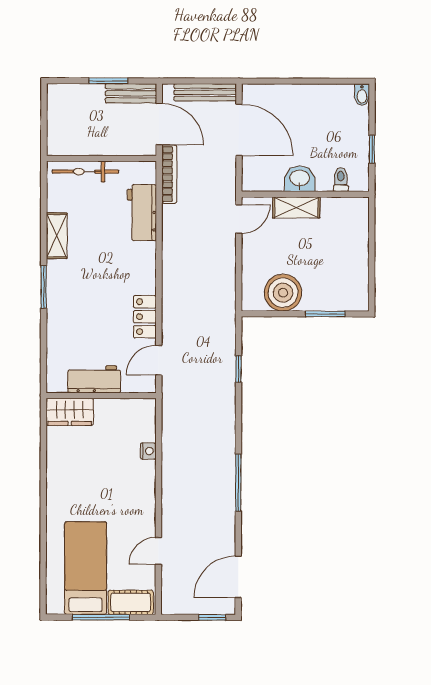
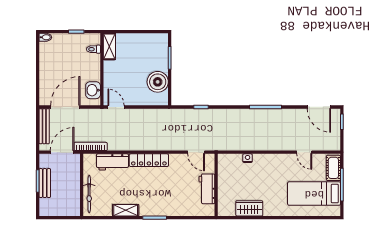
bench: (131, 93) -> (45, 183), moved
washbasin: (300, 179) -> (93, 90), moved
shelving: (296, 207) -> (109, 46), moved
locker: (145, 317) -> (149, 160), moved, width x1.53
wardrobe: (70, 412) -> (249, 208), moved, turned -90

